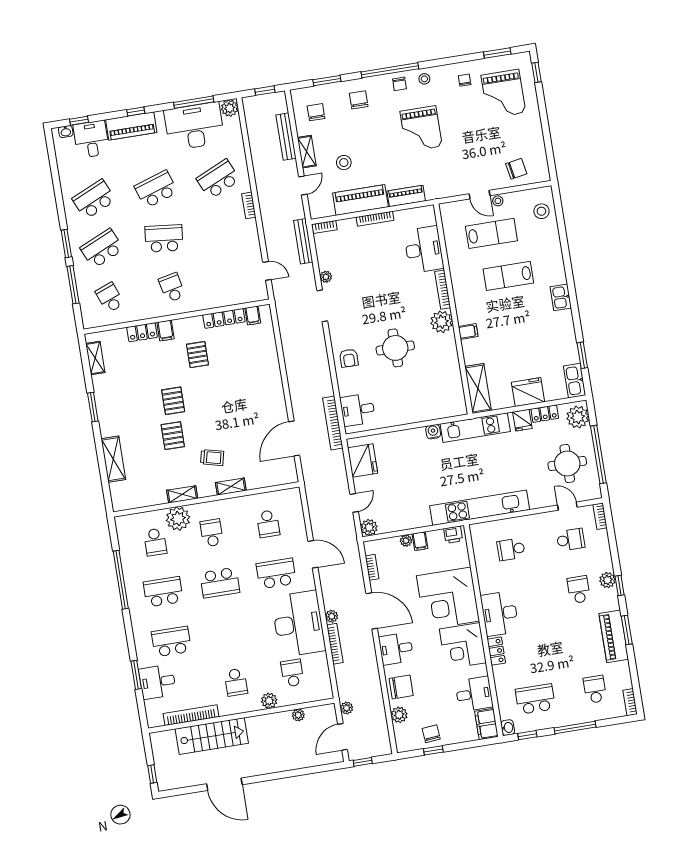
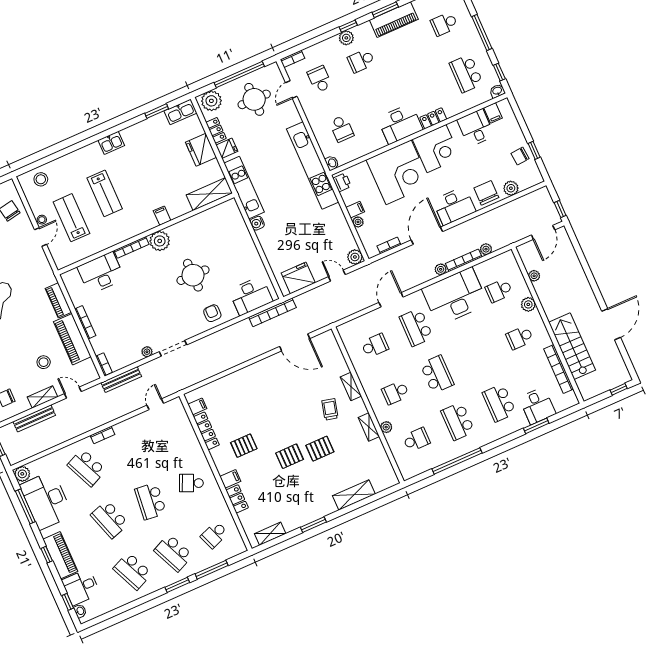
school desk: (172, 288) -> (191, 483), turned 36
armchair: (349, 358) -> (212, 313), turned -90
desk: (358, 410) -> (251, 296), width x1.37
plant: (178, 519) -> (386, 427), width x0.53, depth x0.53
washbasin: (477, 529) -> (332, 163), added
desk: (396, 649) -> (454, 206), width x1.37
school desk: (236, 682) -> (520, 338), turned 180
plant: (347, 708) -> (486, 249), moved
filing cabinet: (486, 724) -> (493, 113), width x0.50
door: (342, 737) -> (543, 232), hinge flipped

